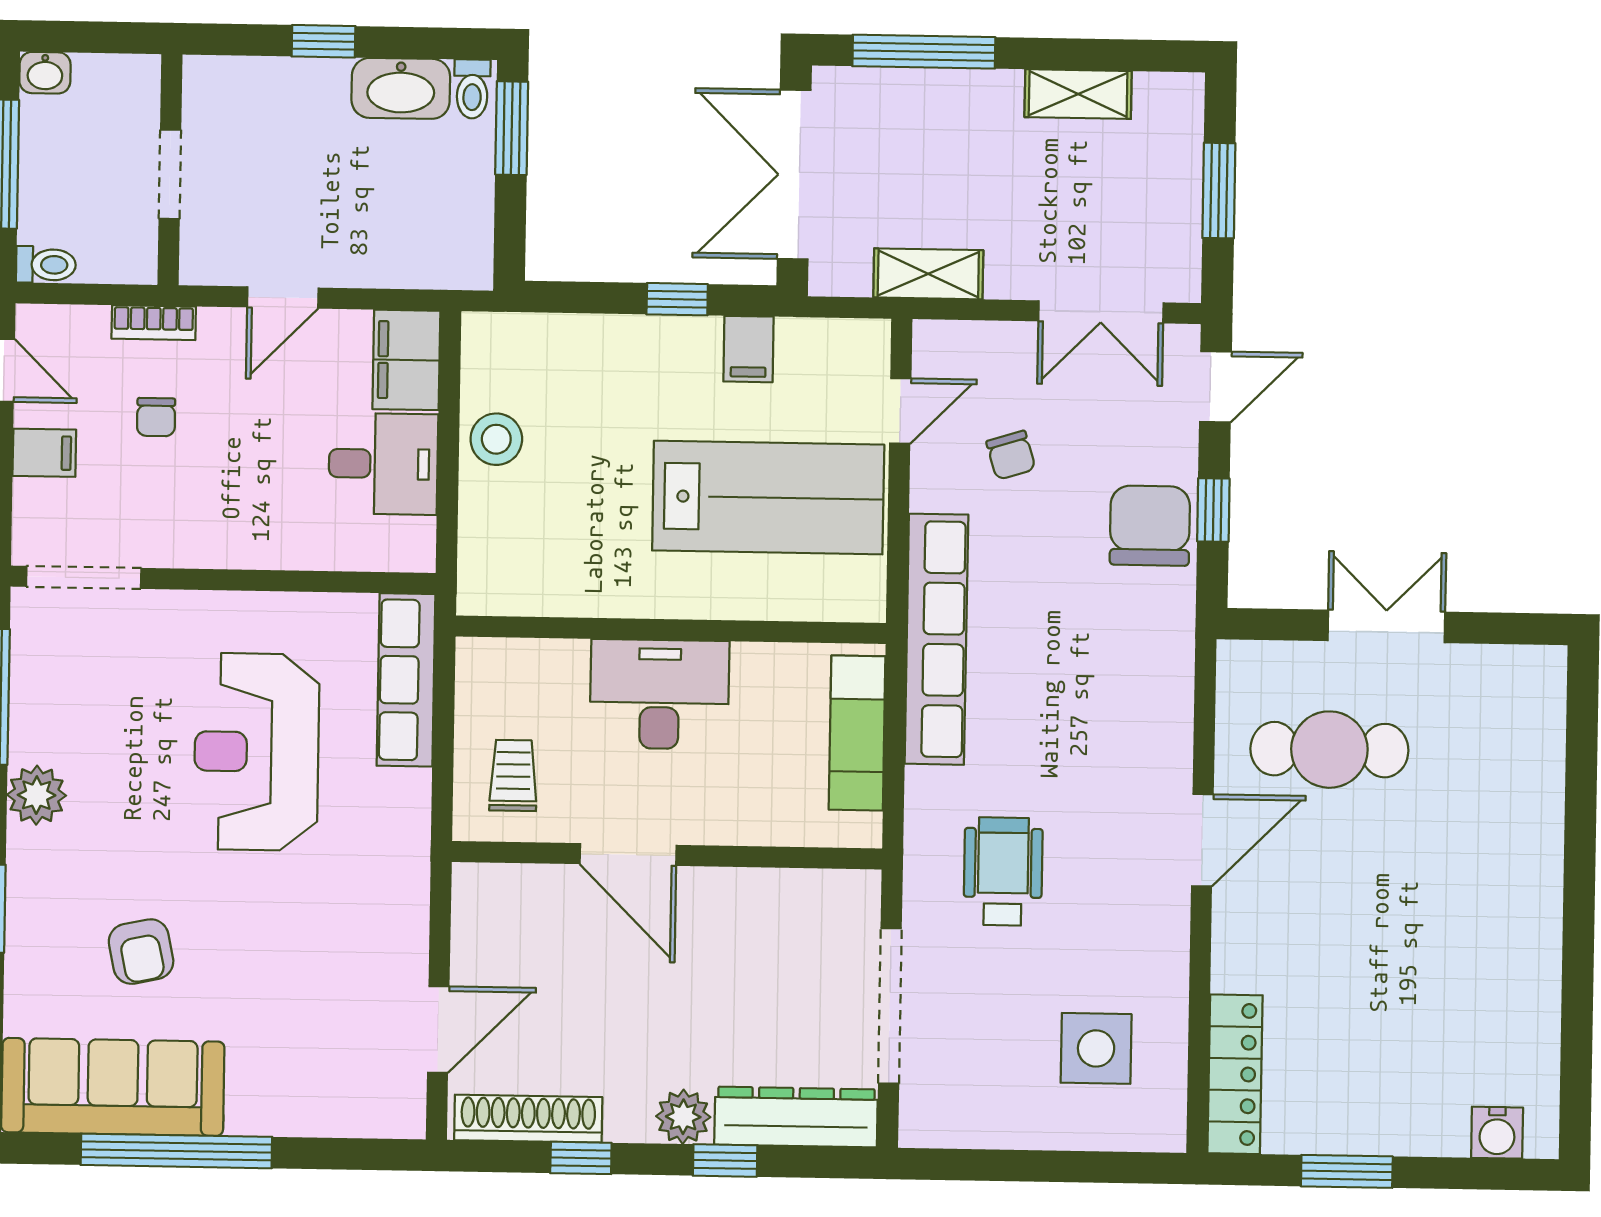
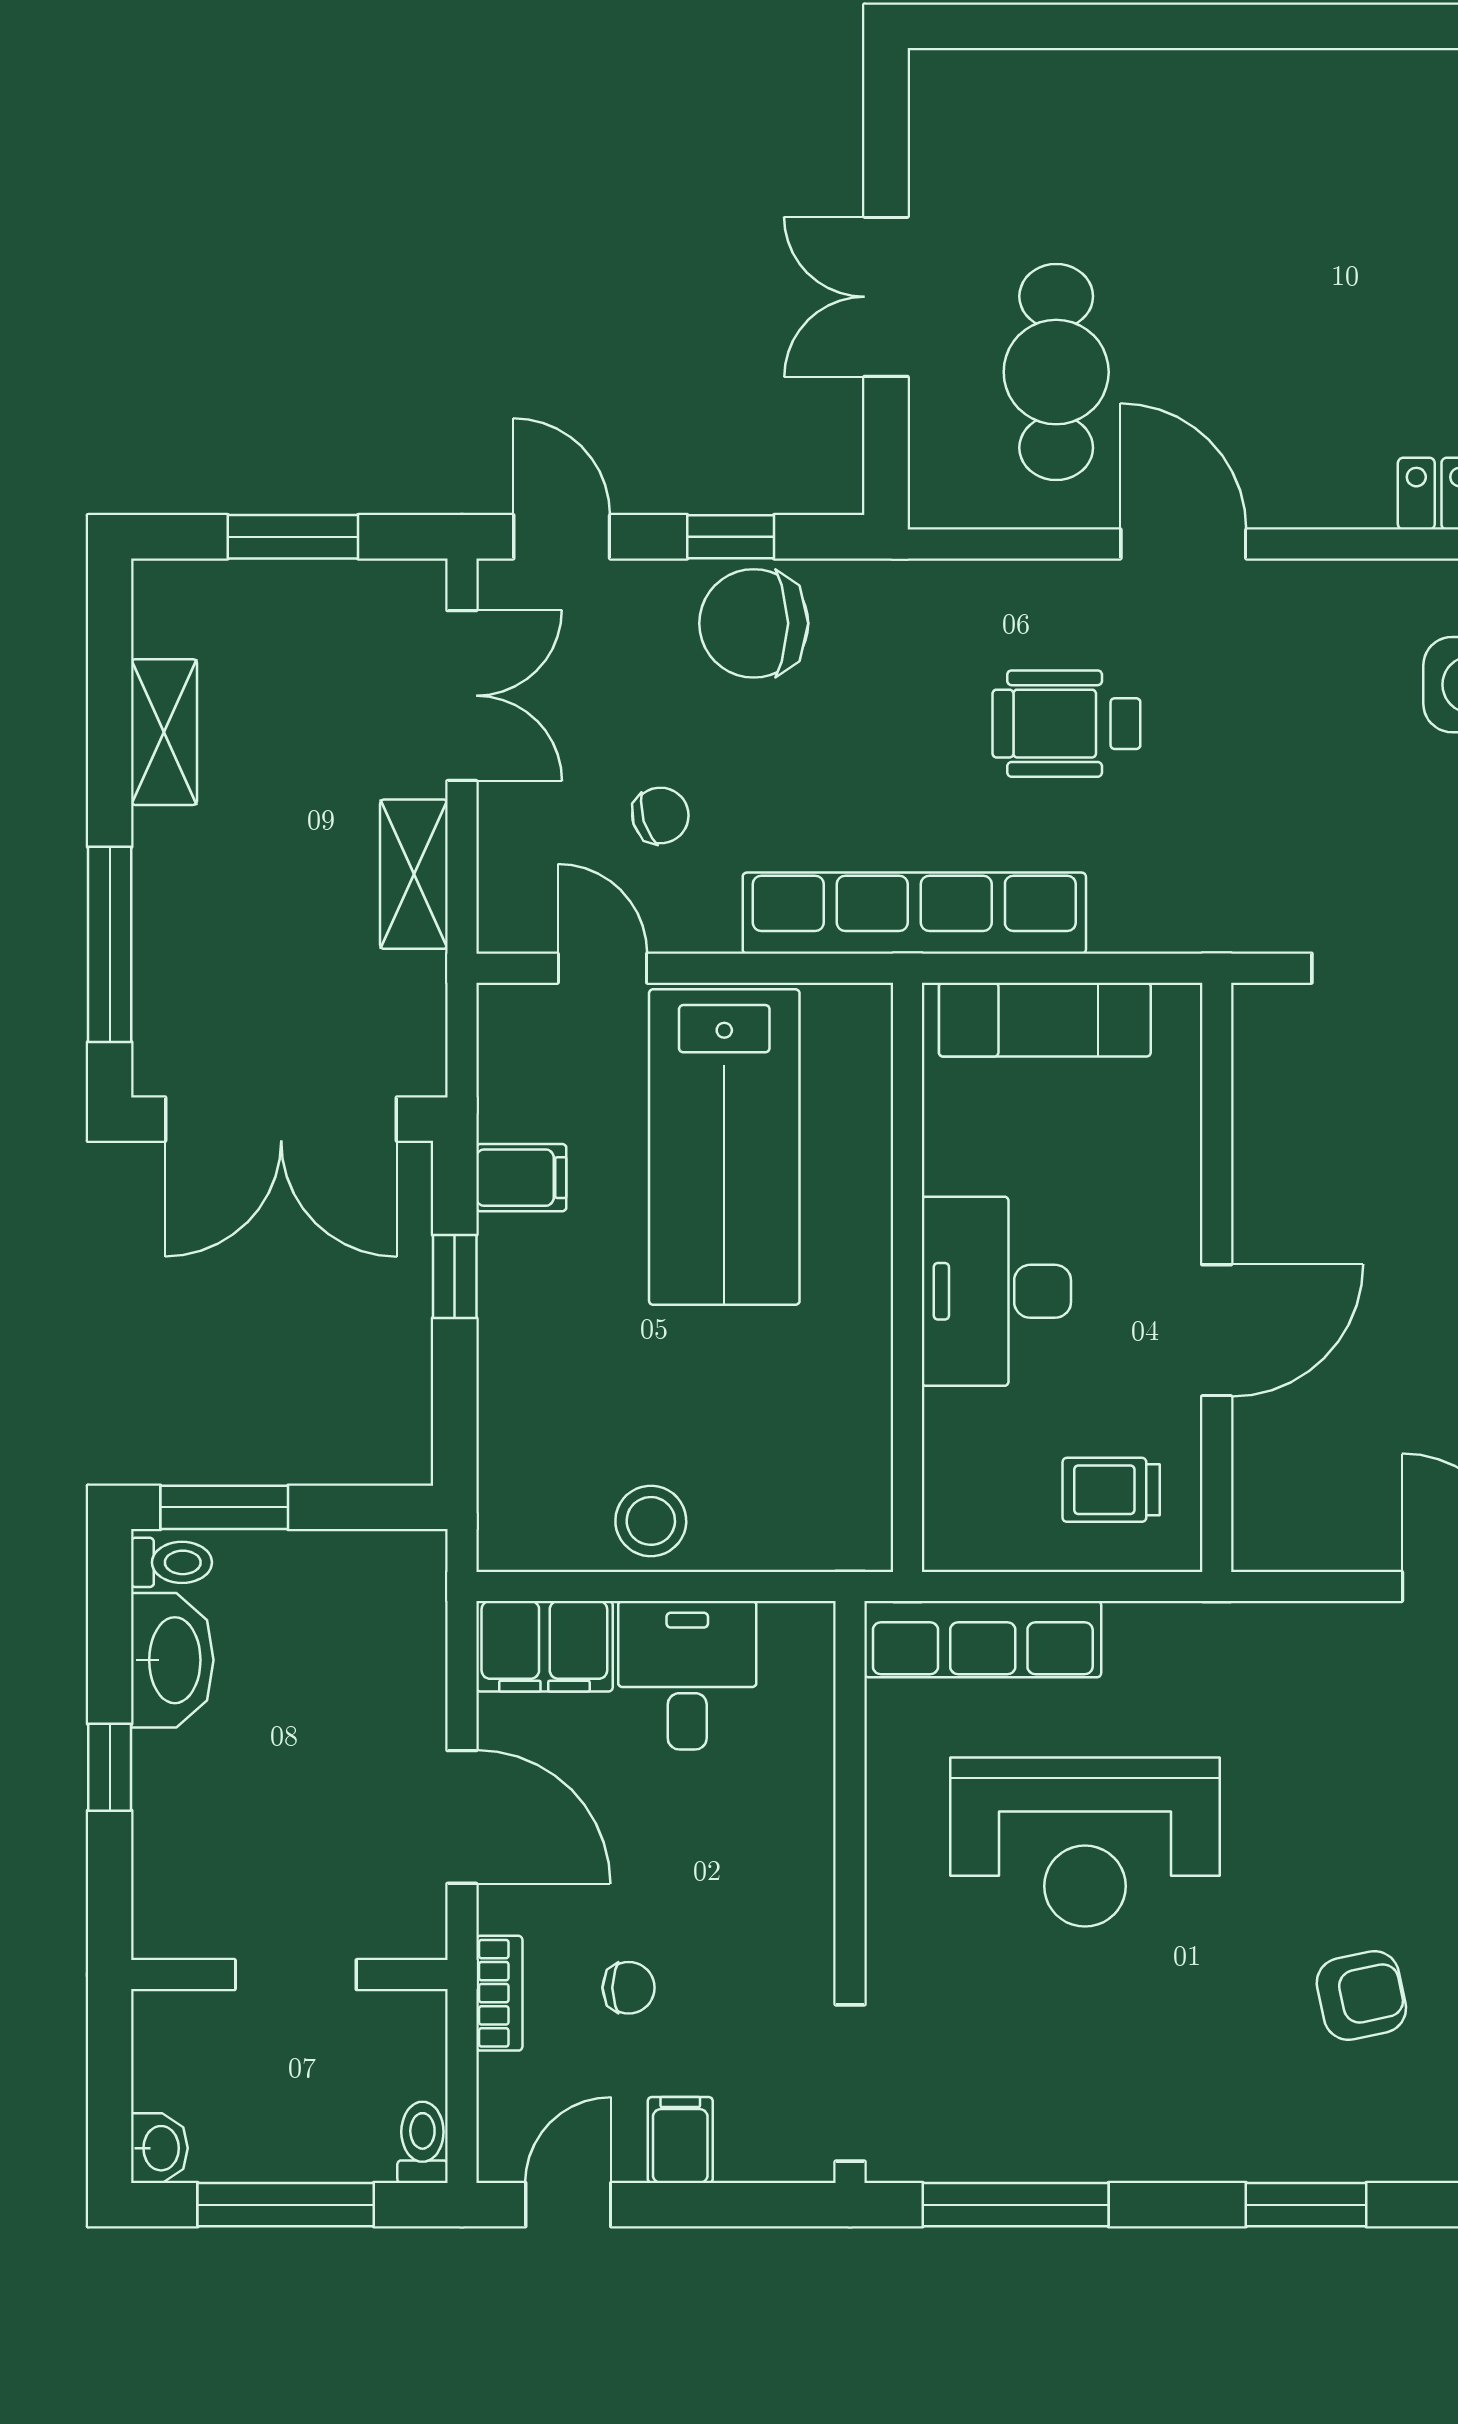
shelving: (928, 274) -> (414, 874), moved
door: (283, 298) -> (462, 1817), width x1.37
lab bench: (768, 498) -> (724, 1147), turned 180
plant: (37, 795) -> (1149, 2142), removed
wheelchair: (1003, 871) -> (1066, 724), moved

